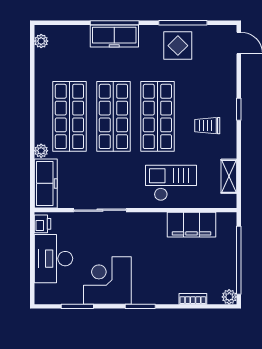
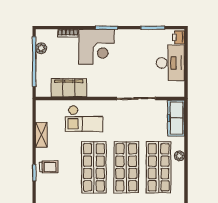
trolley: (207, 126) -> (49, 167), moved
plant: (41, 151) -> (179, 156), moved
shelving: (229, 176) -> (41, 135), moved
printer: (42, 224) -> (178, 37), moved
corner desk: (107, 280) -> (96, 47), moved
plant: (229, 297) -> (41, 48), moved

